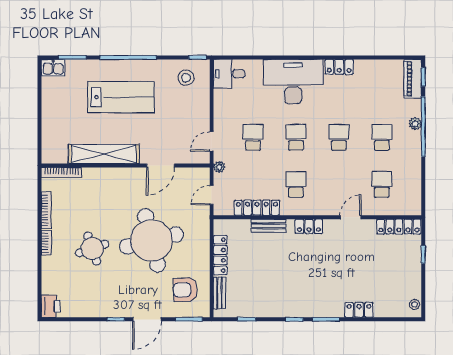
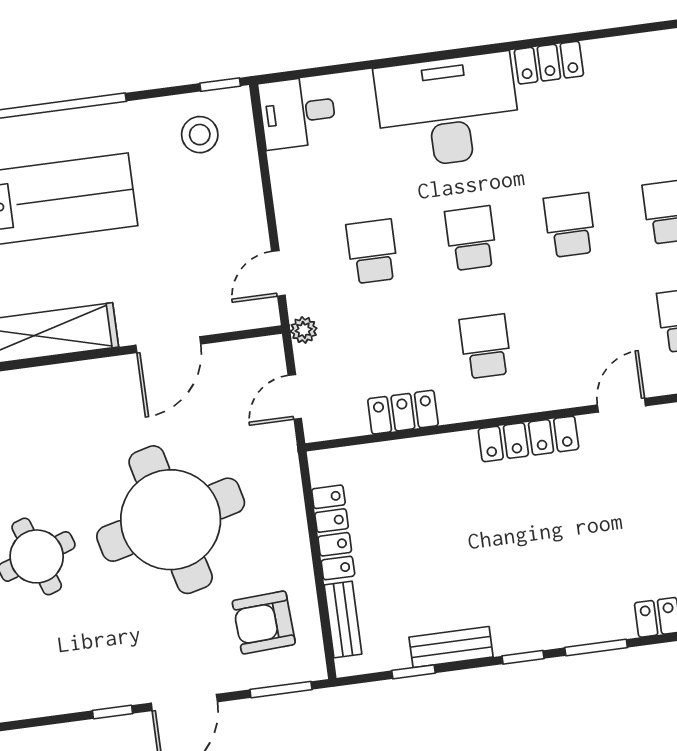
locker: (257, 208) -> (403, 412), width x0.66
bench: (269, 226) -> (451, 647), moved
locker: (309, 226) -> (528, 439), width x1.53

